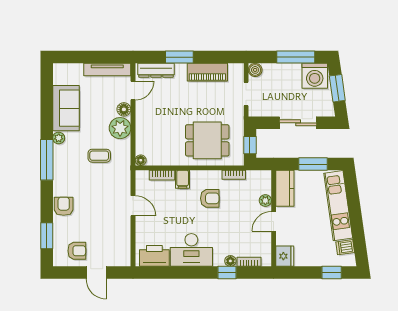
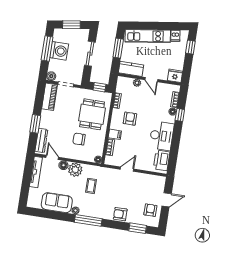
piano: (207, 72) -> (50, 97), moved
washing machine: (315, 76) -> (59, 51), moved
chair: (167, 127) -> (79, 139), added

